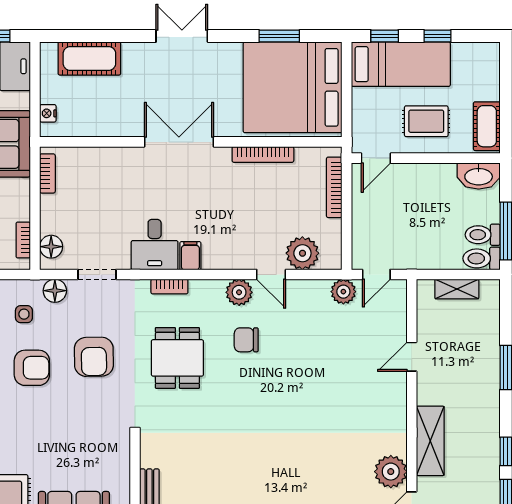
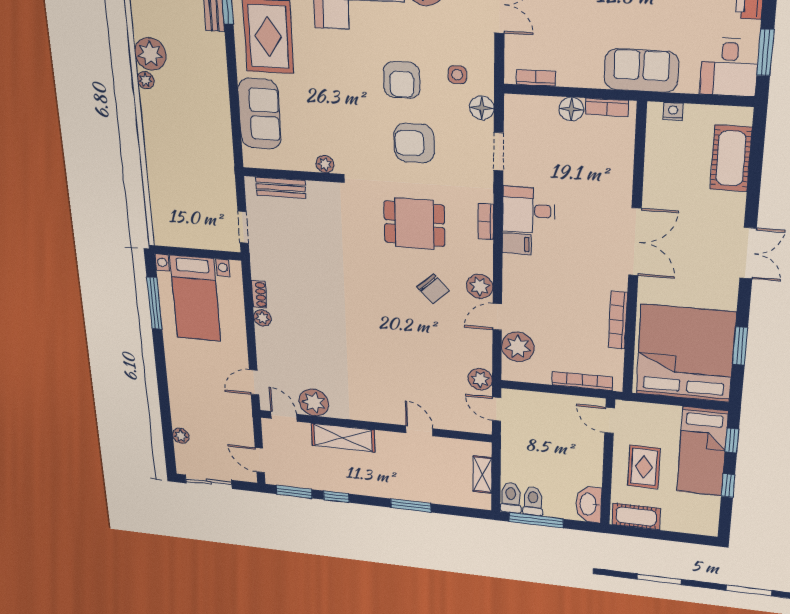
floor lamp: (51, 247) -> (571, 109), moved
chair: (246, 340) -> (433, 289), turned 137
plant: (121, 447) -> (325, 164), added

